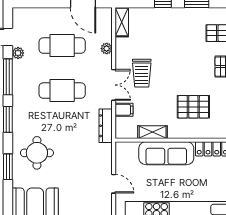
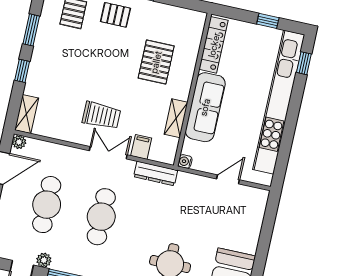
shelving: (122, 22) -> (27, 114), moved, turned 90
plant: (107, 49) -> (19, 142), moved
water cooler: (120, 147) -> (185, 161), added

